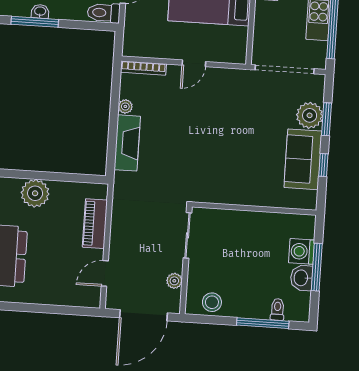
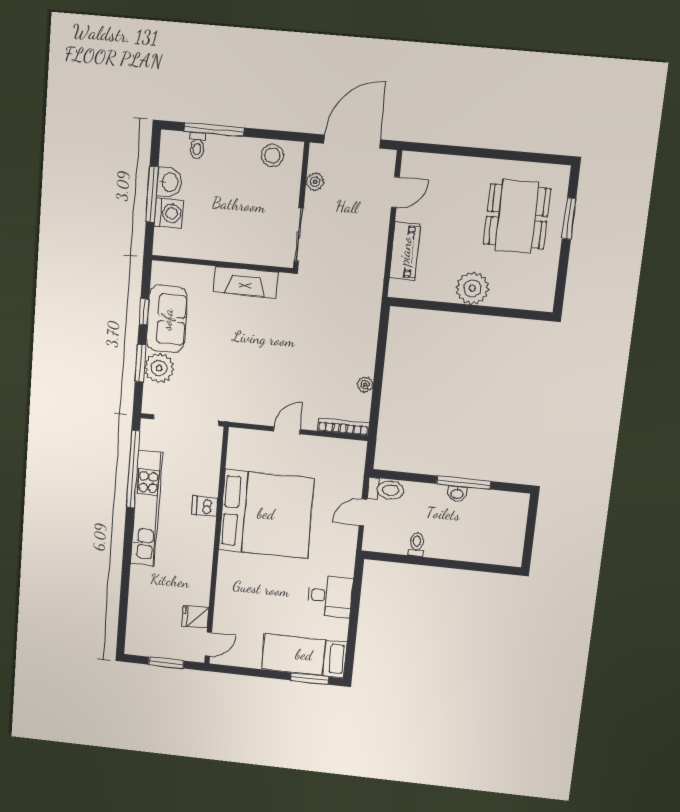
fireplace: (127, 143) -> (246, 282), moved, turned -90

